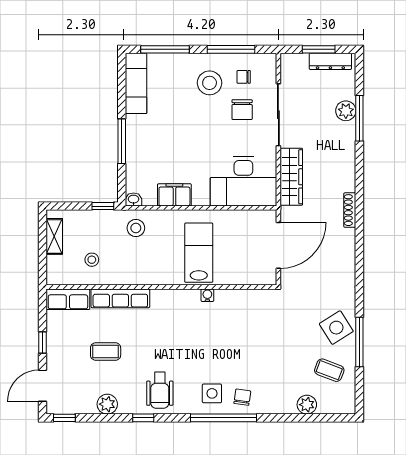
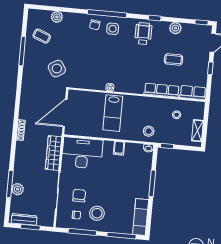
filing cabinet: (174, 195) -> (119, 148), width x0.50
side table: (336, 328) -> (57, 69), moved

